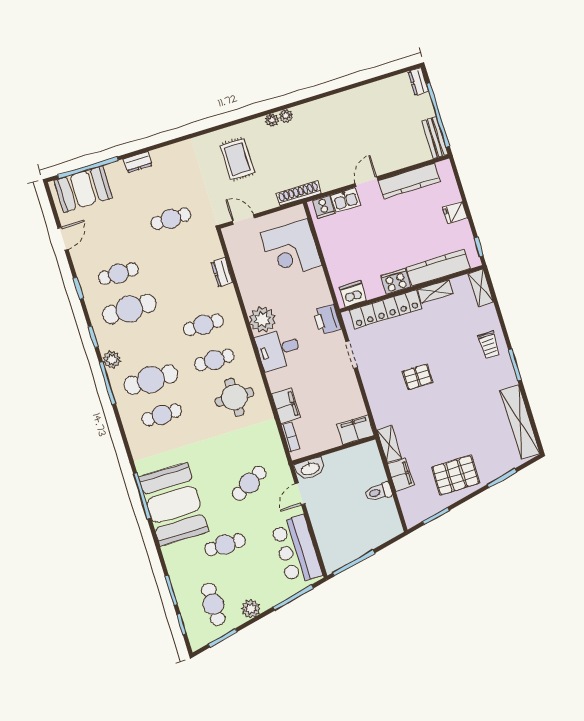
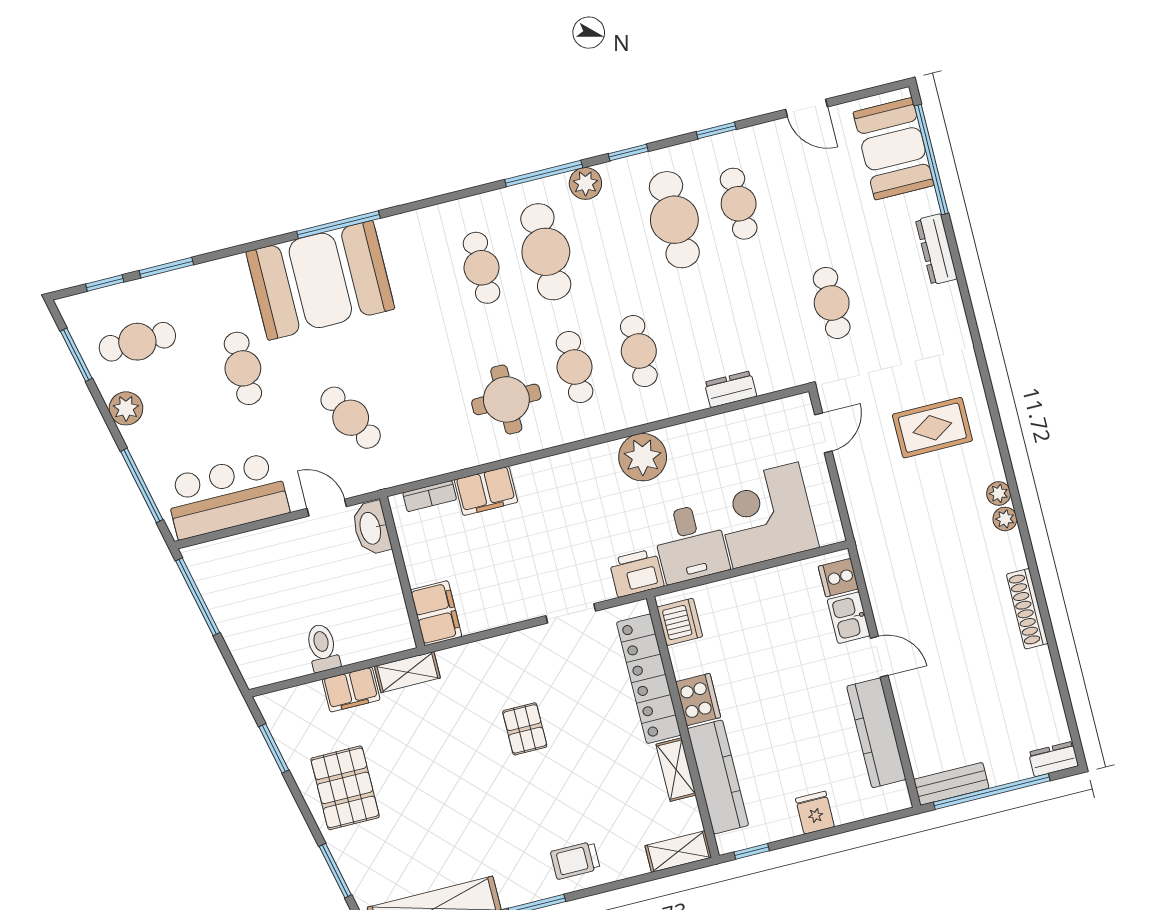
dresser: (138, 162) -> (936, 249), width x1.44
shoe rack: (299, 193) -> (1027, 609), moved, turned 180
desk: (278, 349) -> (690, 543), moved, turned 180

